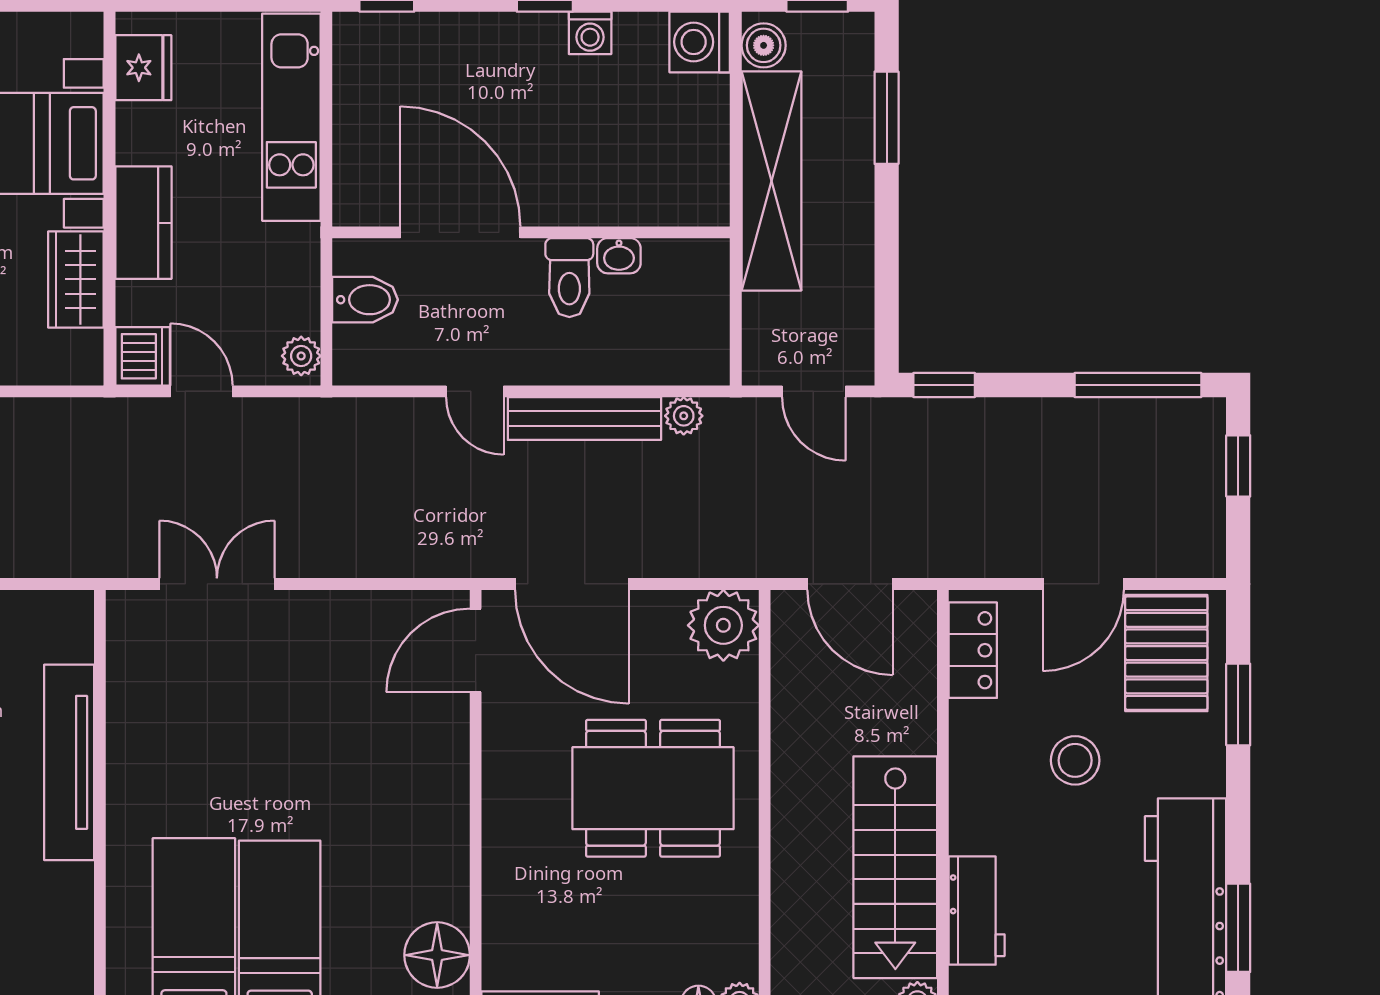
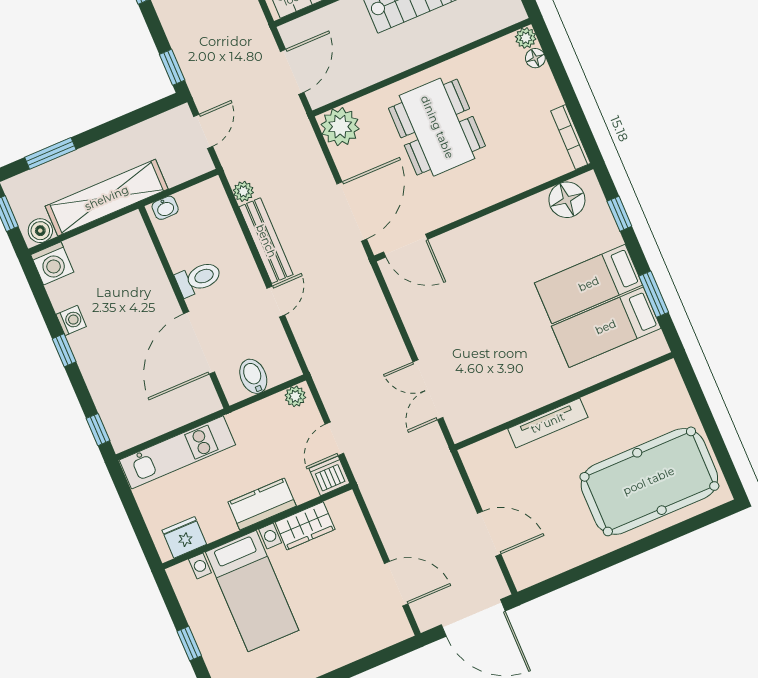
washbasin: (619, 256) -> (165, 208), moved, turned 90
tv unit: (69, 762) -> (548, 423), width x0.73, depth x0.78

